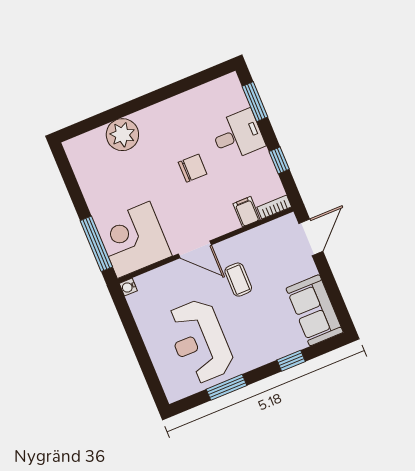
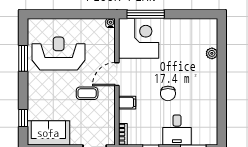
plant: (122, 135) -> (212, 53), width x0.53, depth x0.53
filing cabinet: (247, 212) -> (127, 103), moved
window: (291, 361) -> (23, 118), moved

